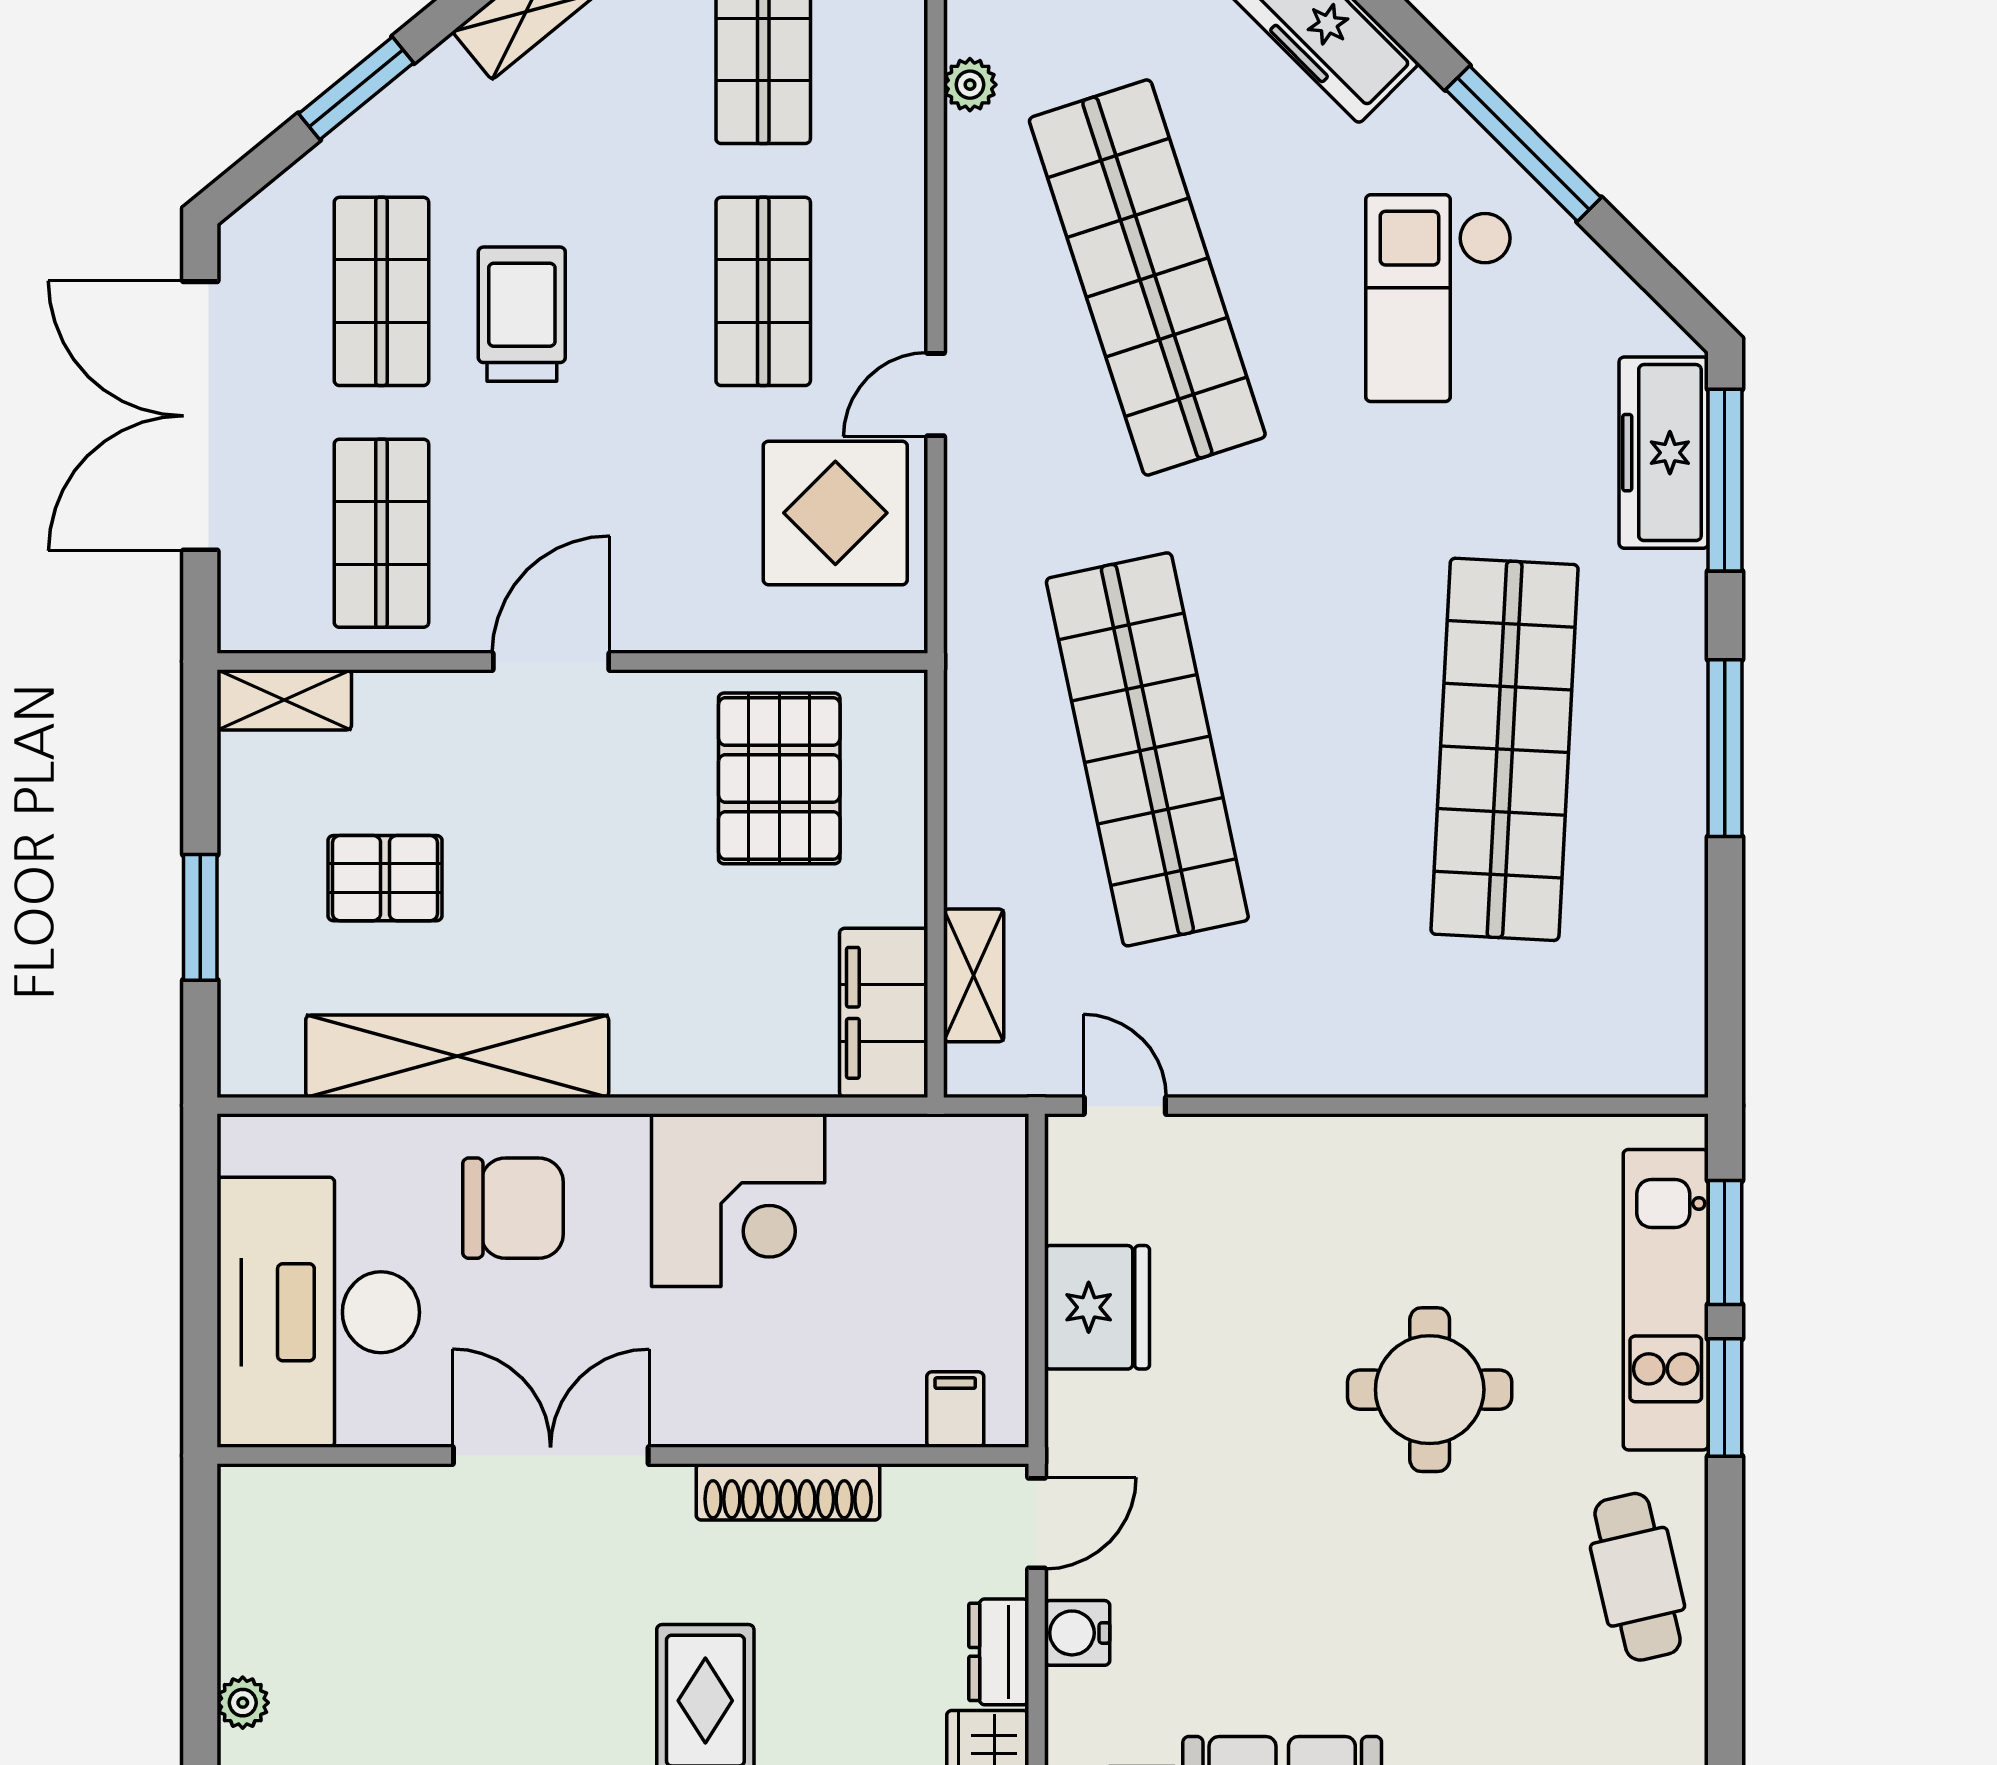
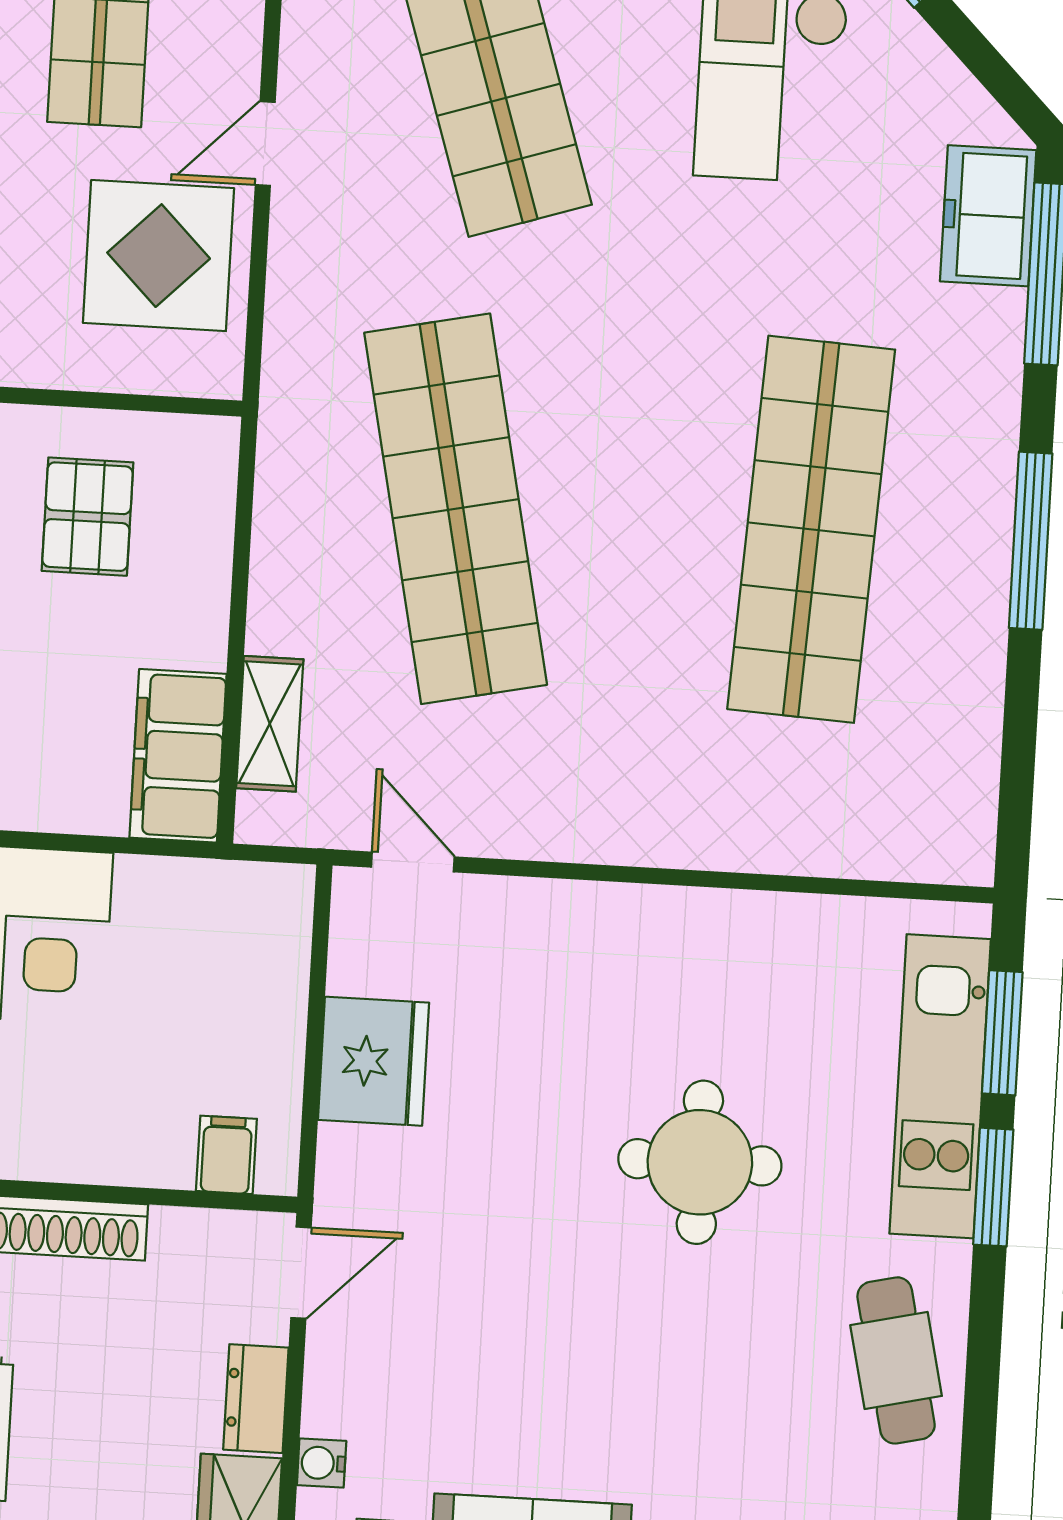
freezer: (1664, 453) -> (988, 216), width x0.71
pallet: (779, 778) -> (88, 517), width x0.67, depth x0.71
water cooler: (1077, 1633) -> (322, 1463), moved, width x0.72, depth x0.72

